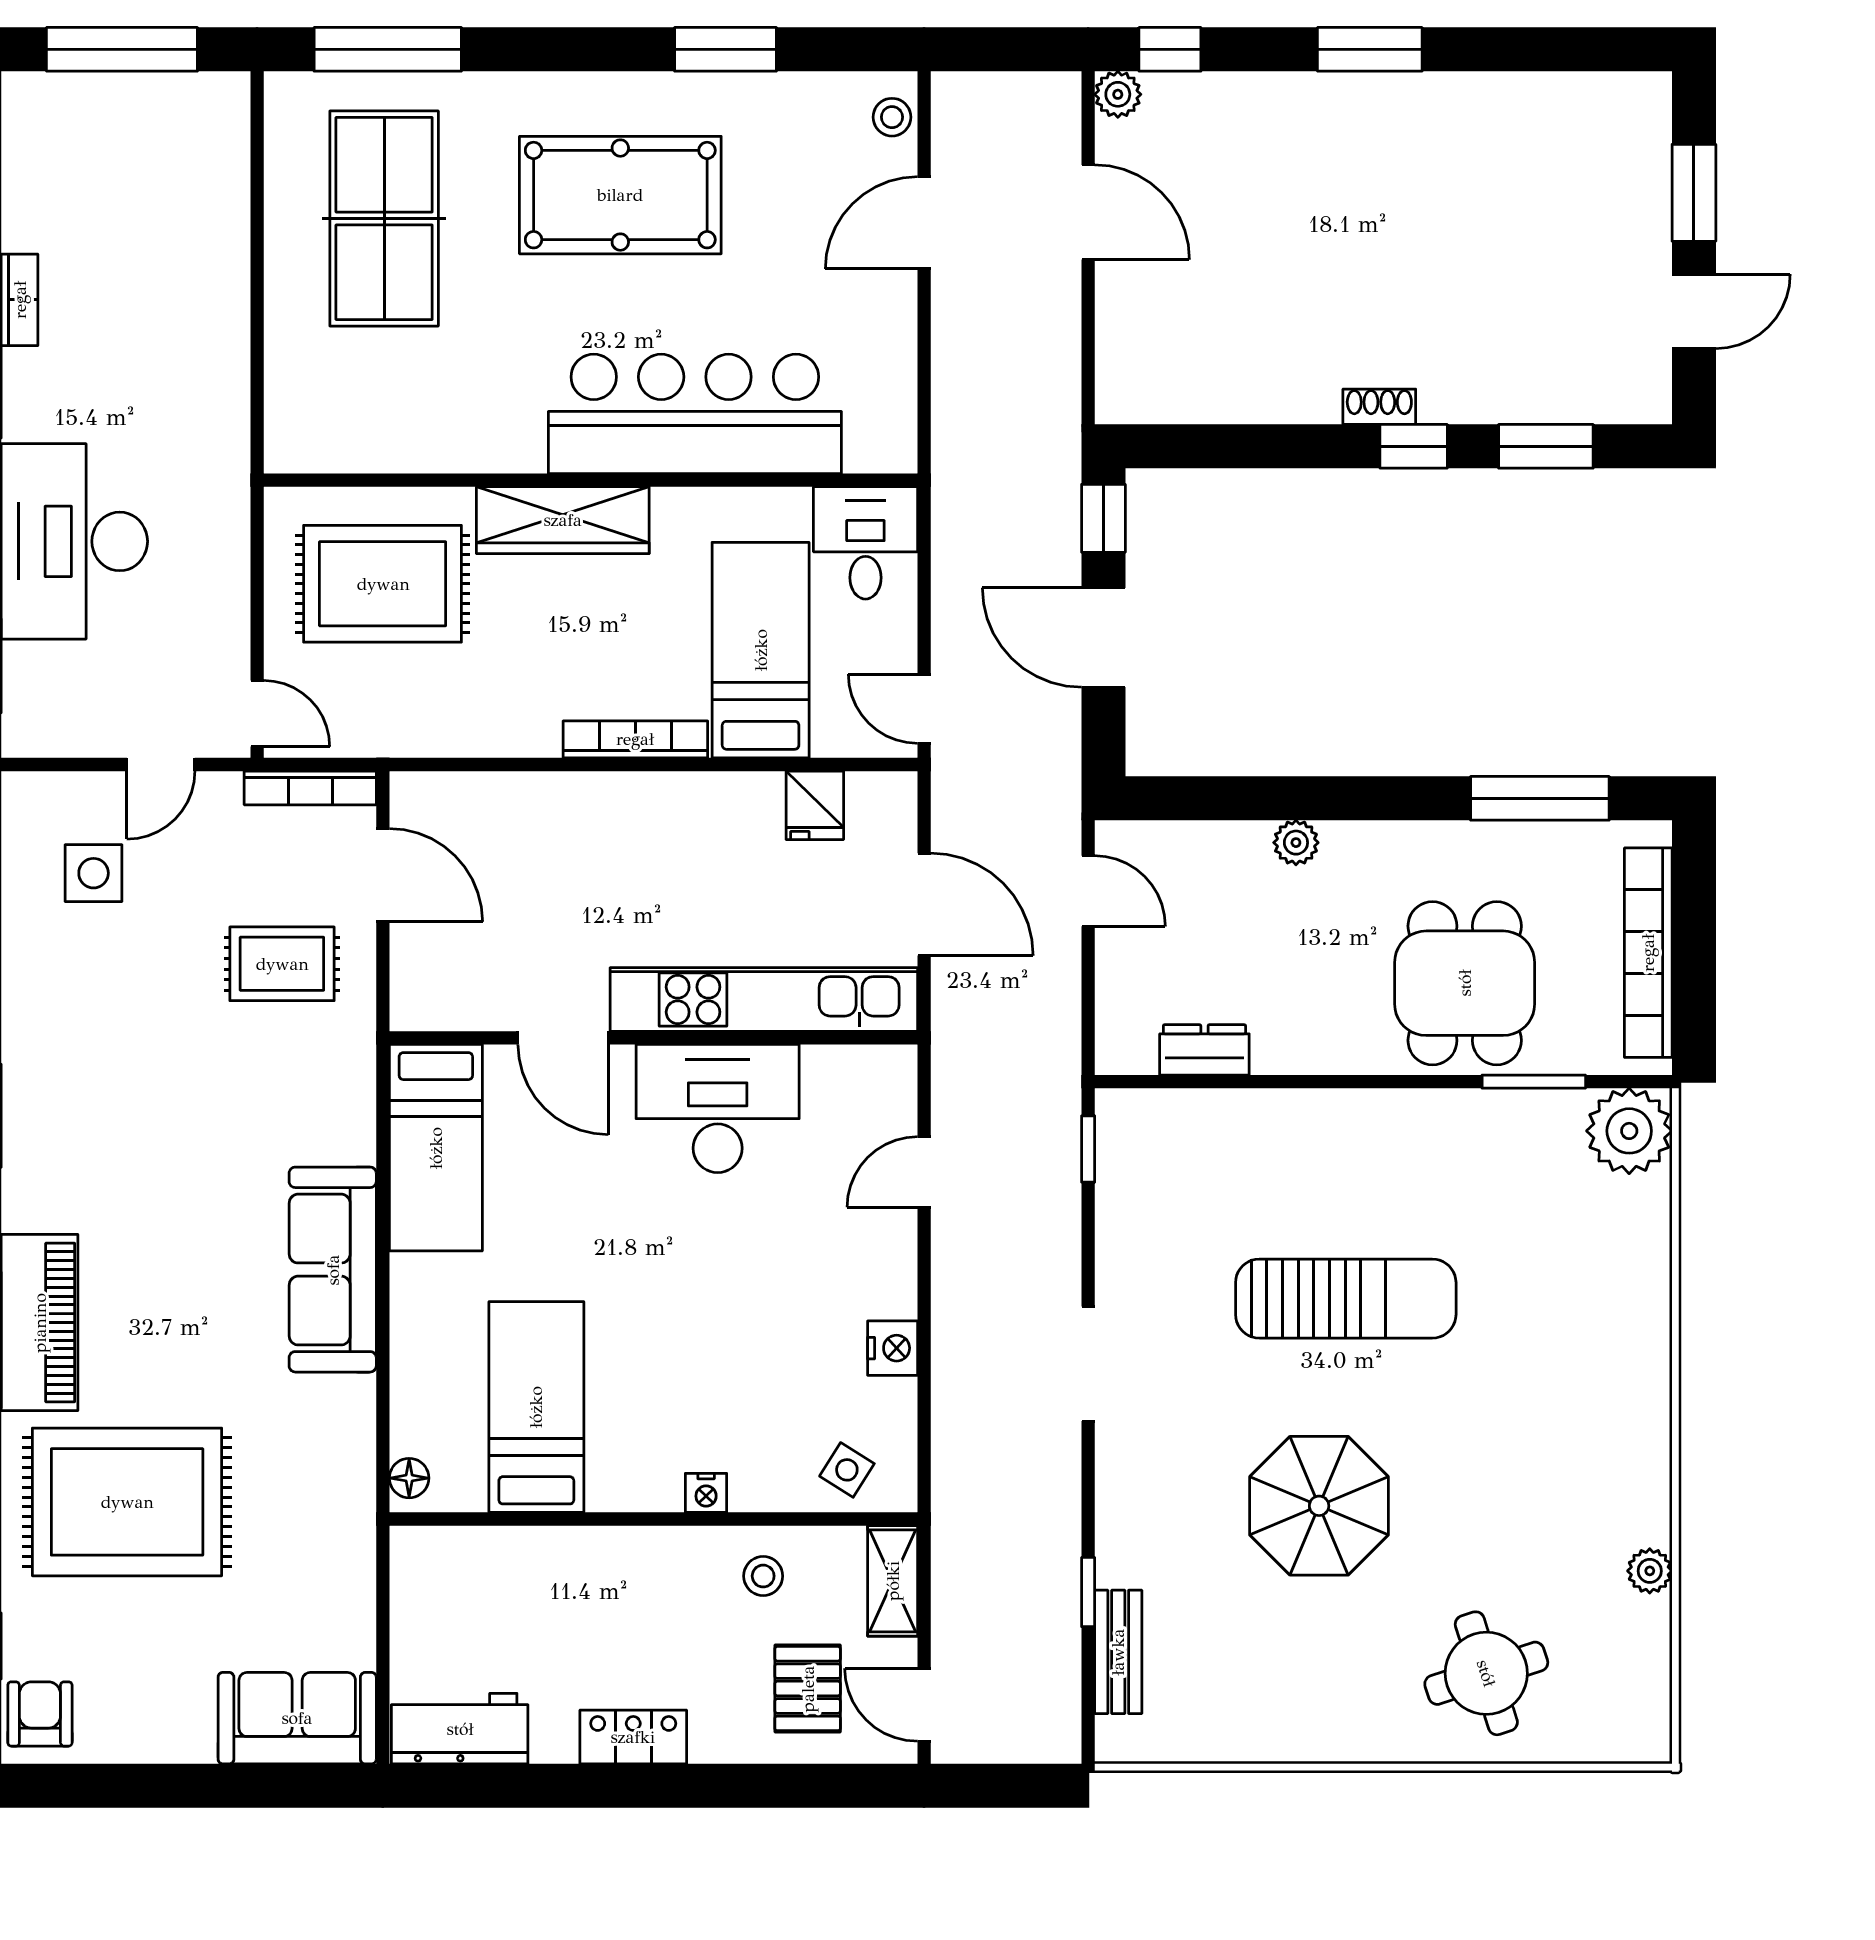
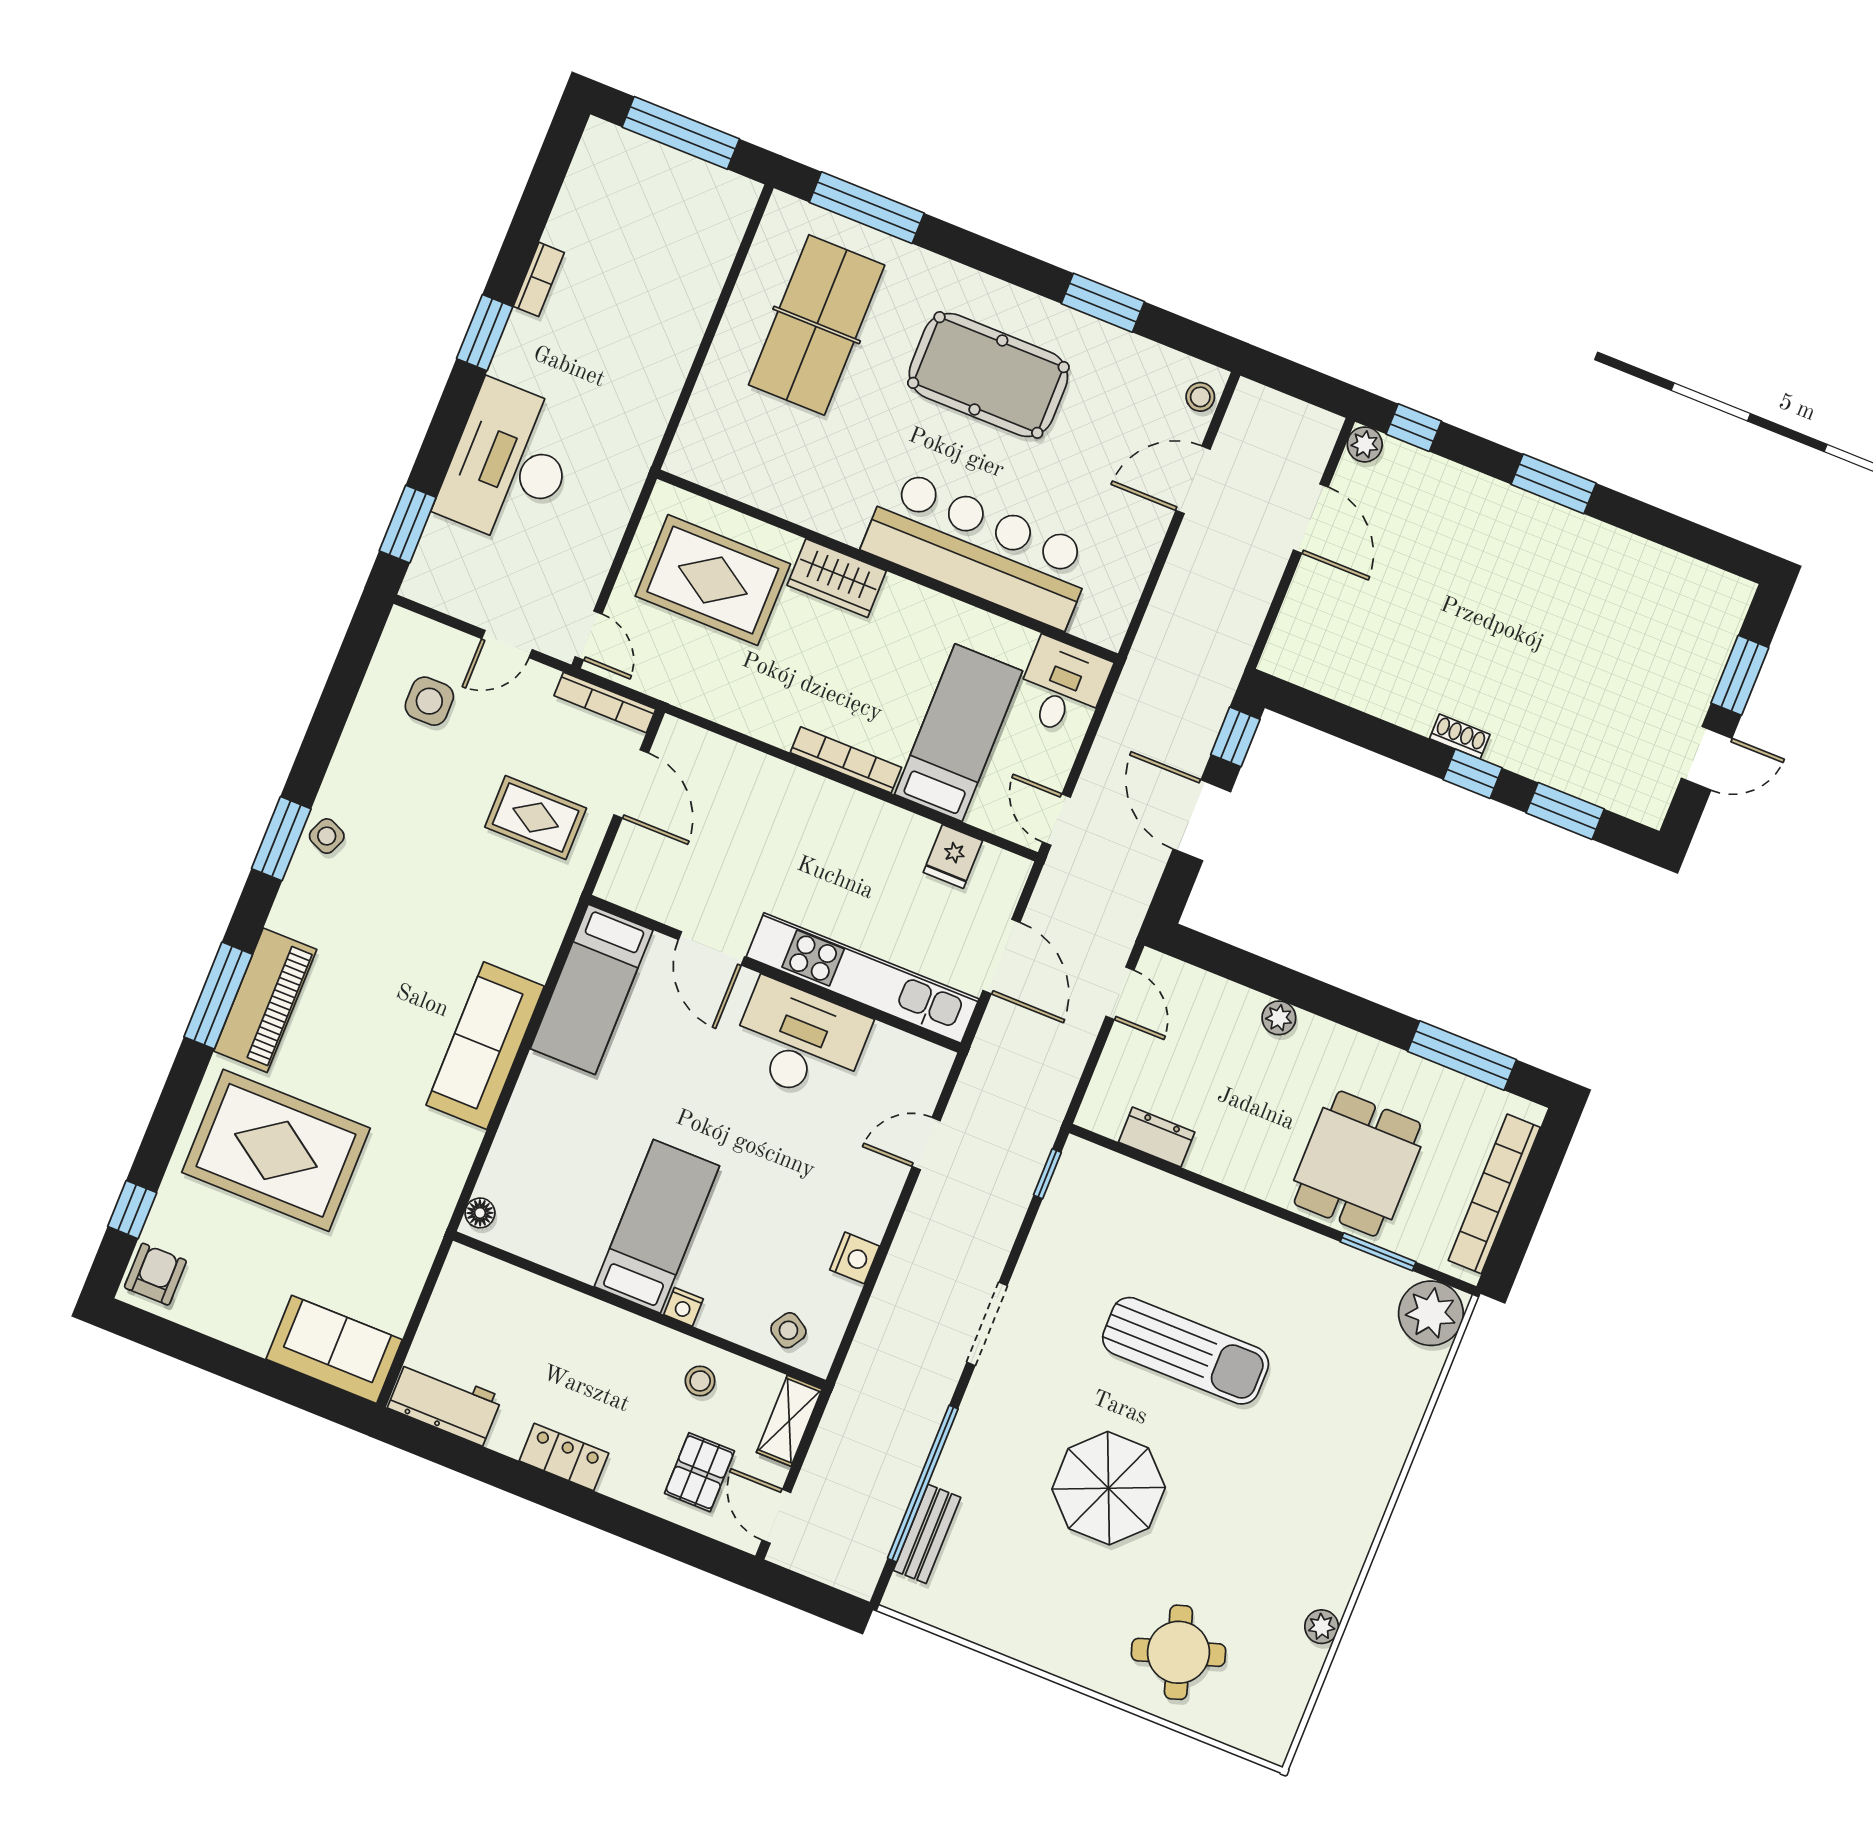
wardrobe: (563, 520) -> (837, 578), width x0.67
side table: (34, 1090) -> (327, 836), added
bed: (536, 1407) -> (657, 1226), moved
window: (1088, 1592) -> (923, 1484), width x3.17

